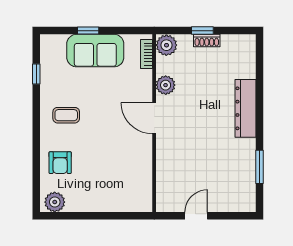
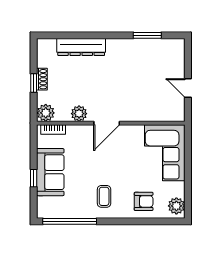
window: (36, 74) -> (70, 221), width x3.17
dresser: (245, 108) -> (81, 47), moved
corner sofa: (118, 188) -> (165, 153), added

